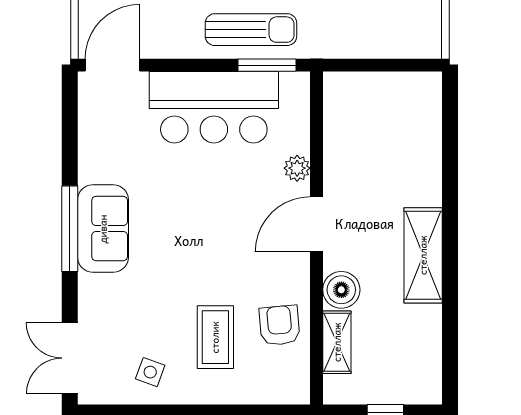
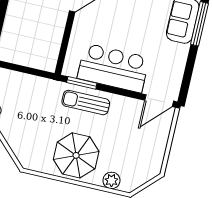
plant: (297, 168) -> (79, 28), removed

